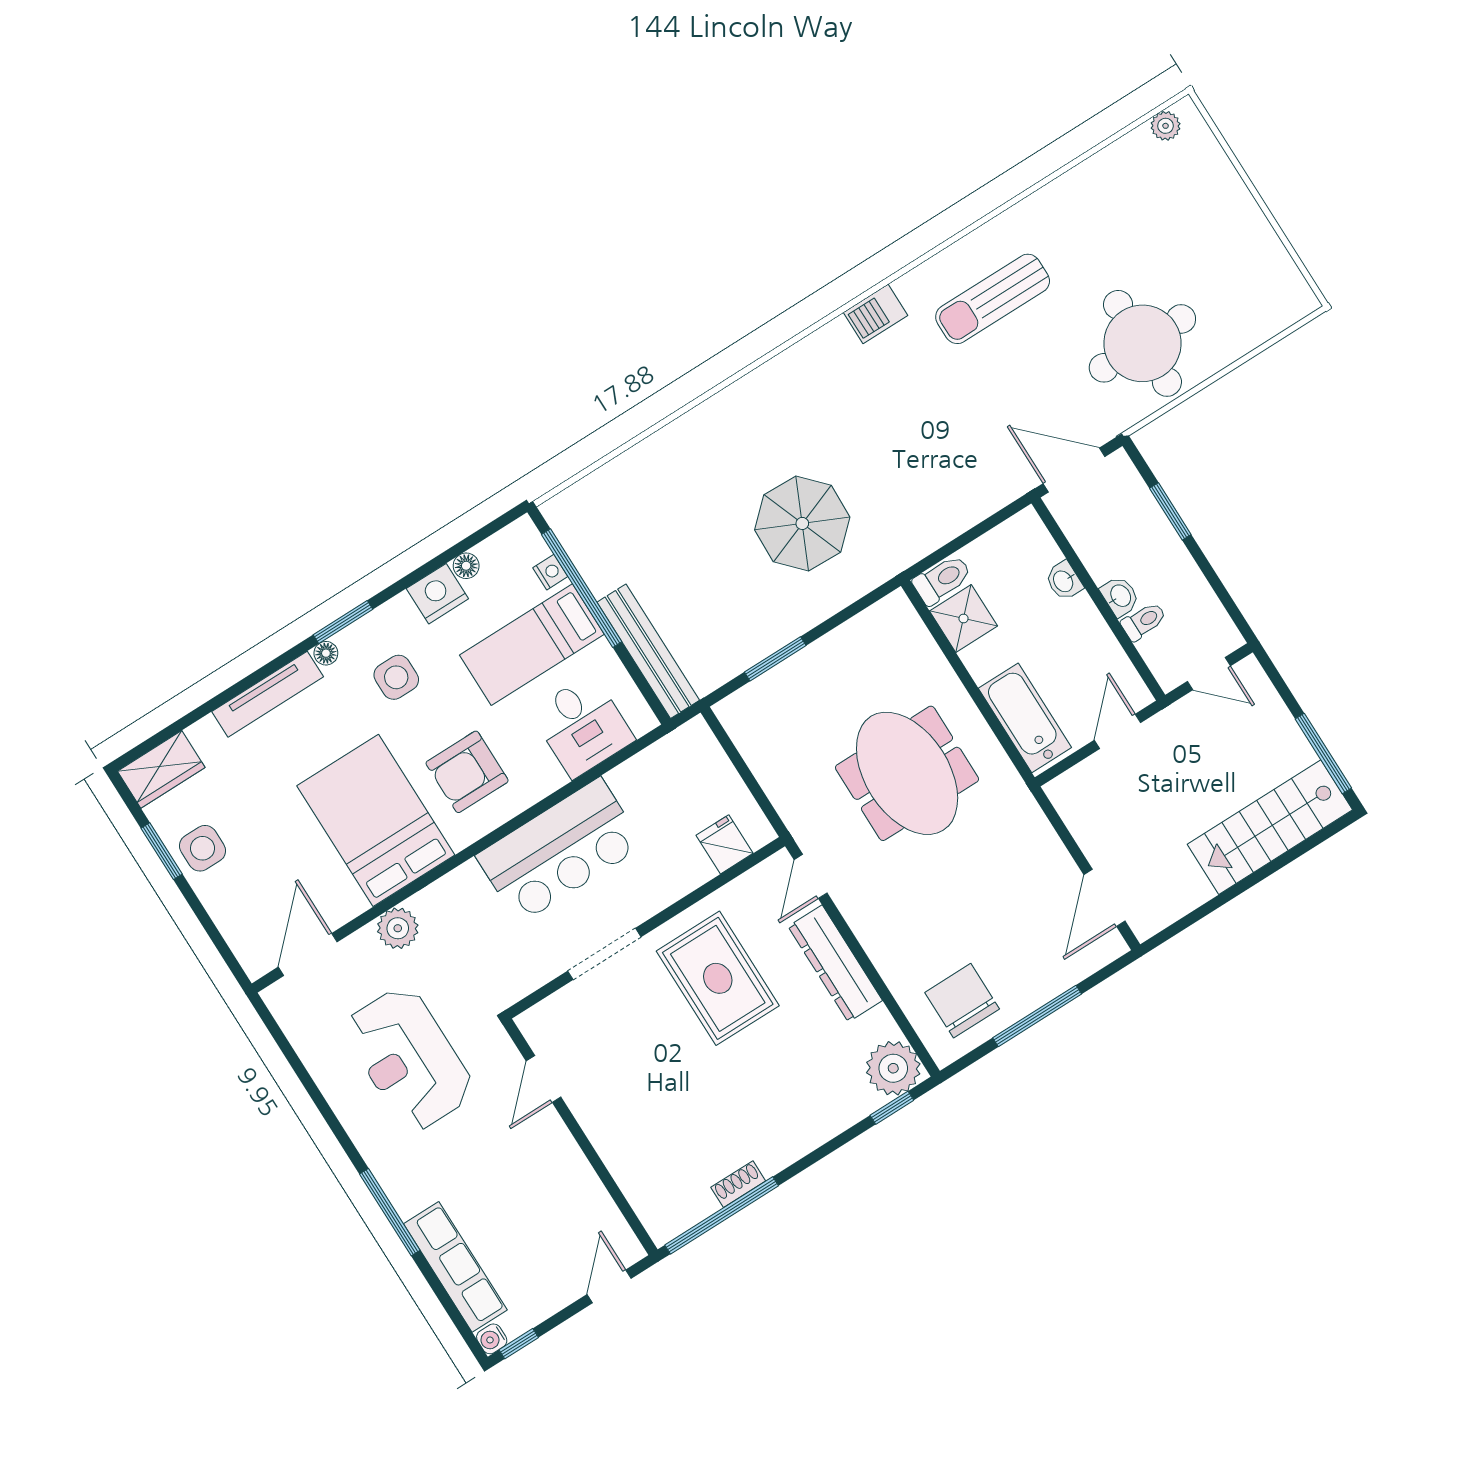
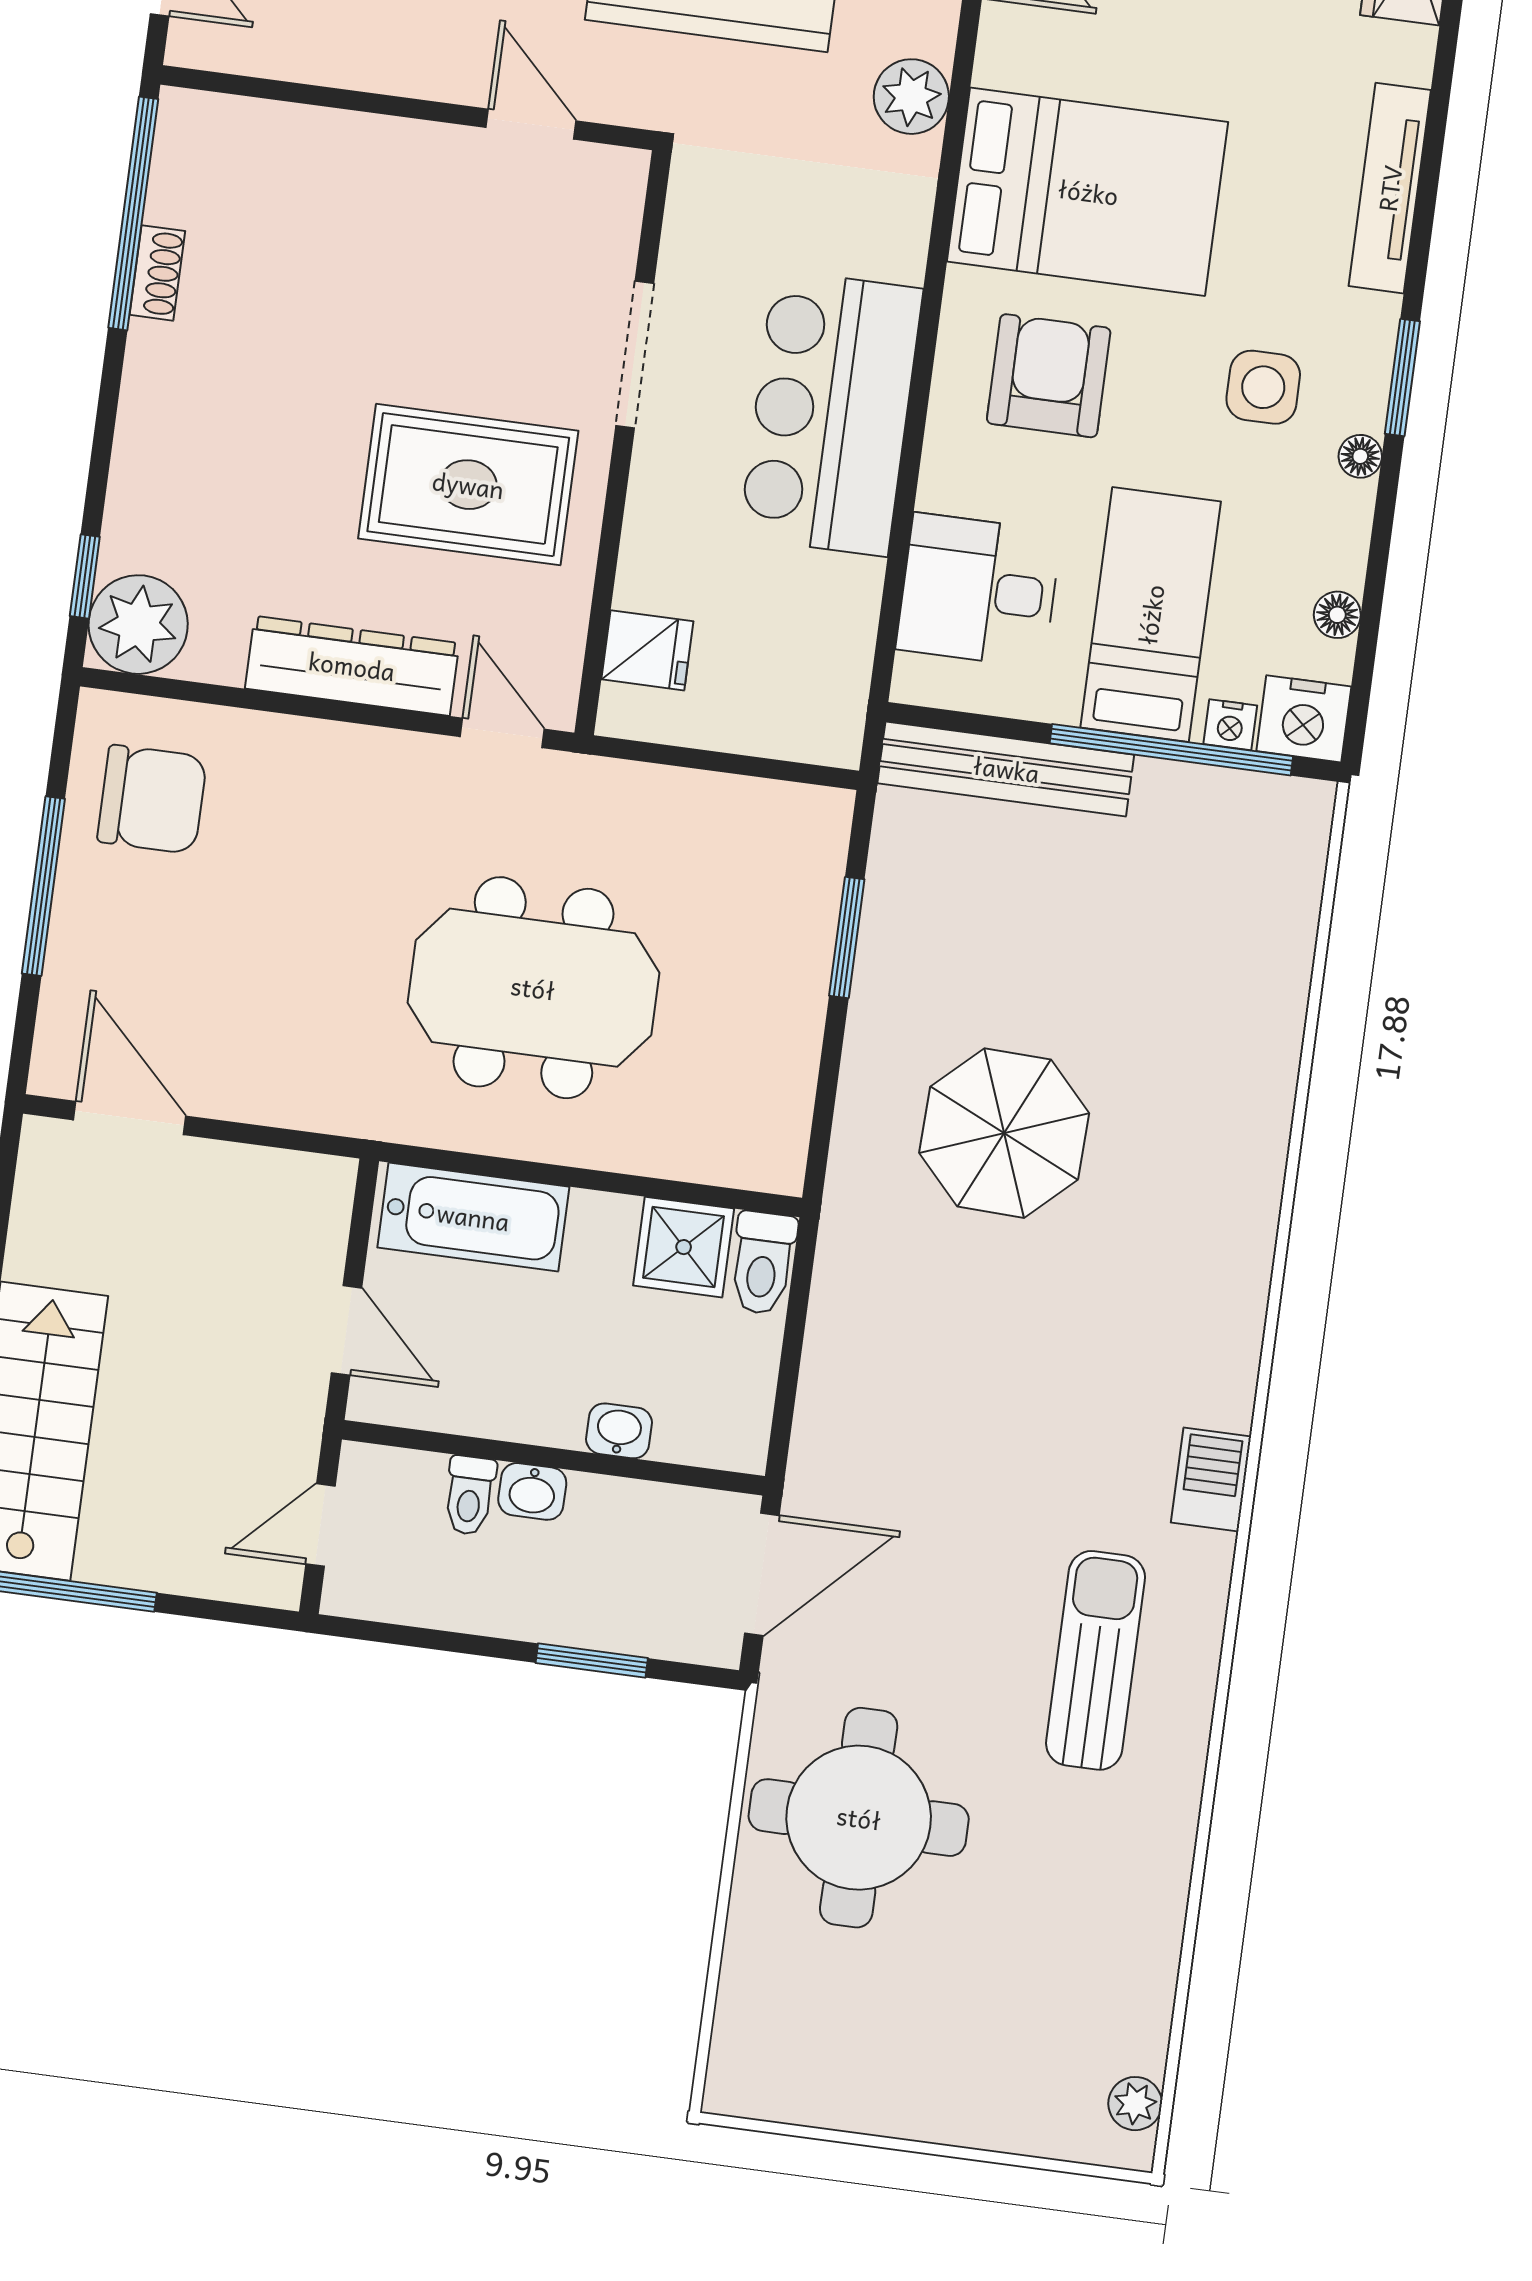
nightstand: (437, 594) -> (1304, 719), moved, turned 90
floor lamp: (326, 653) -> (1360, 456), moved

